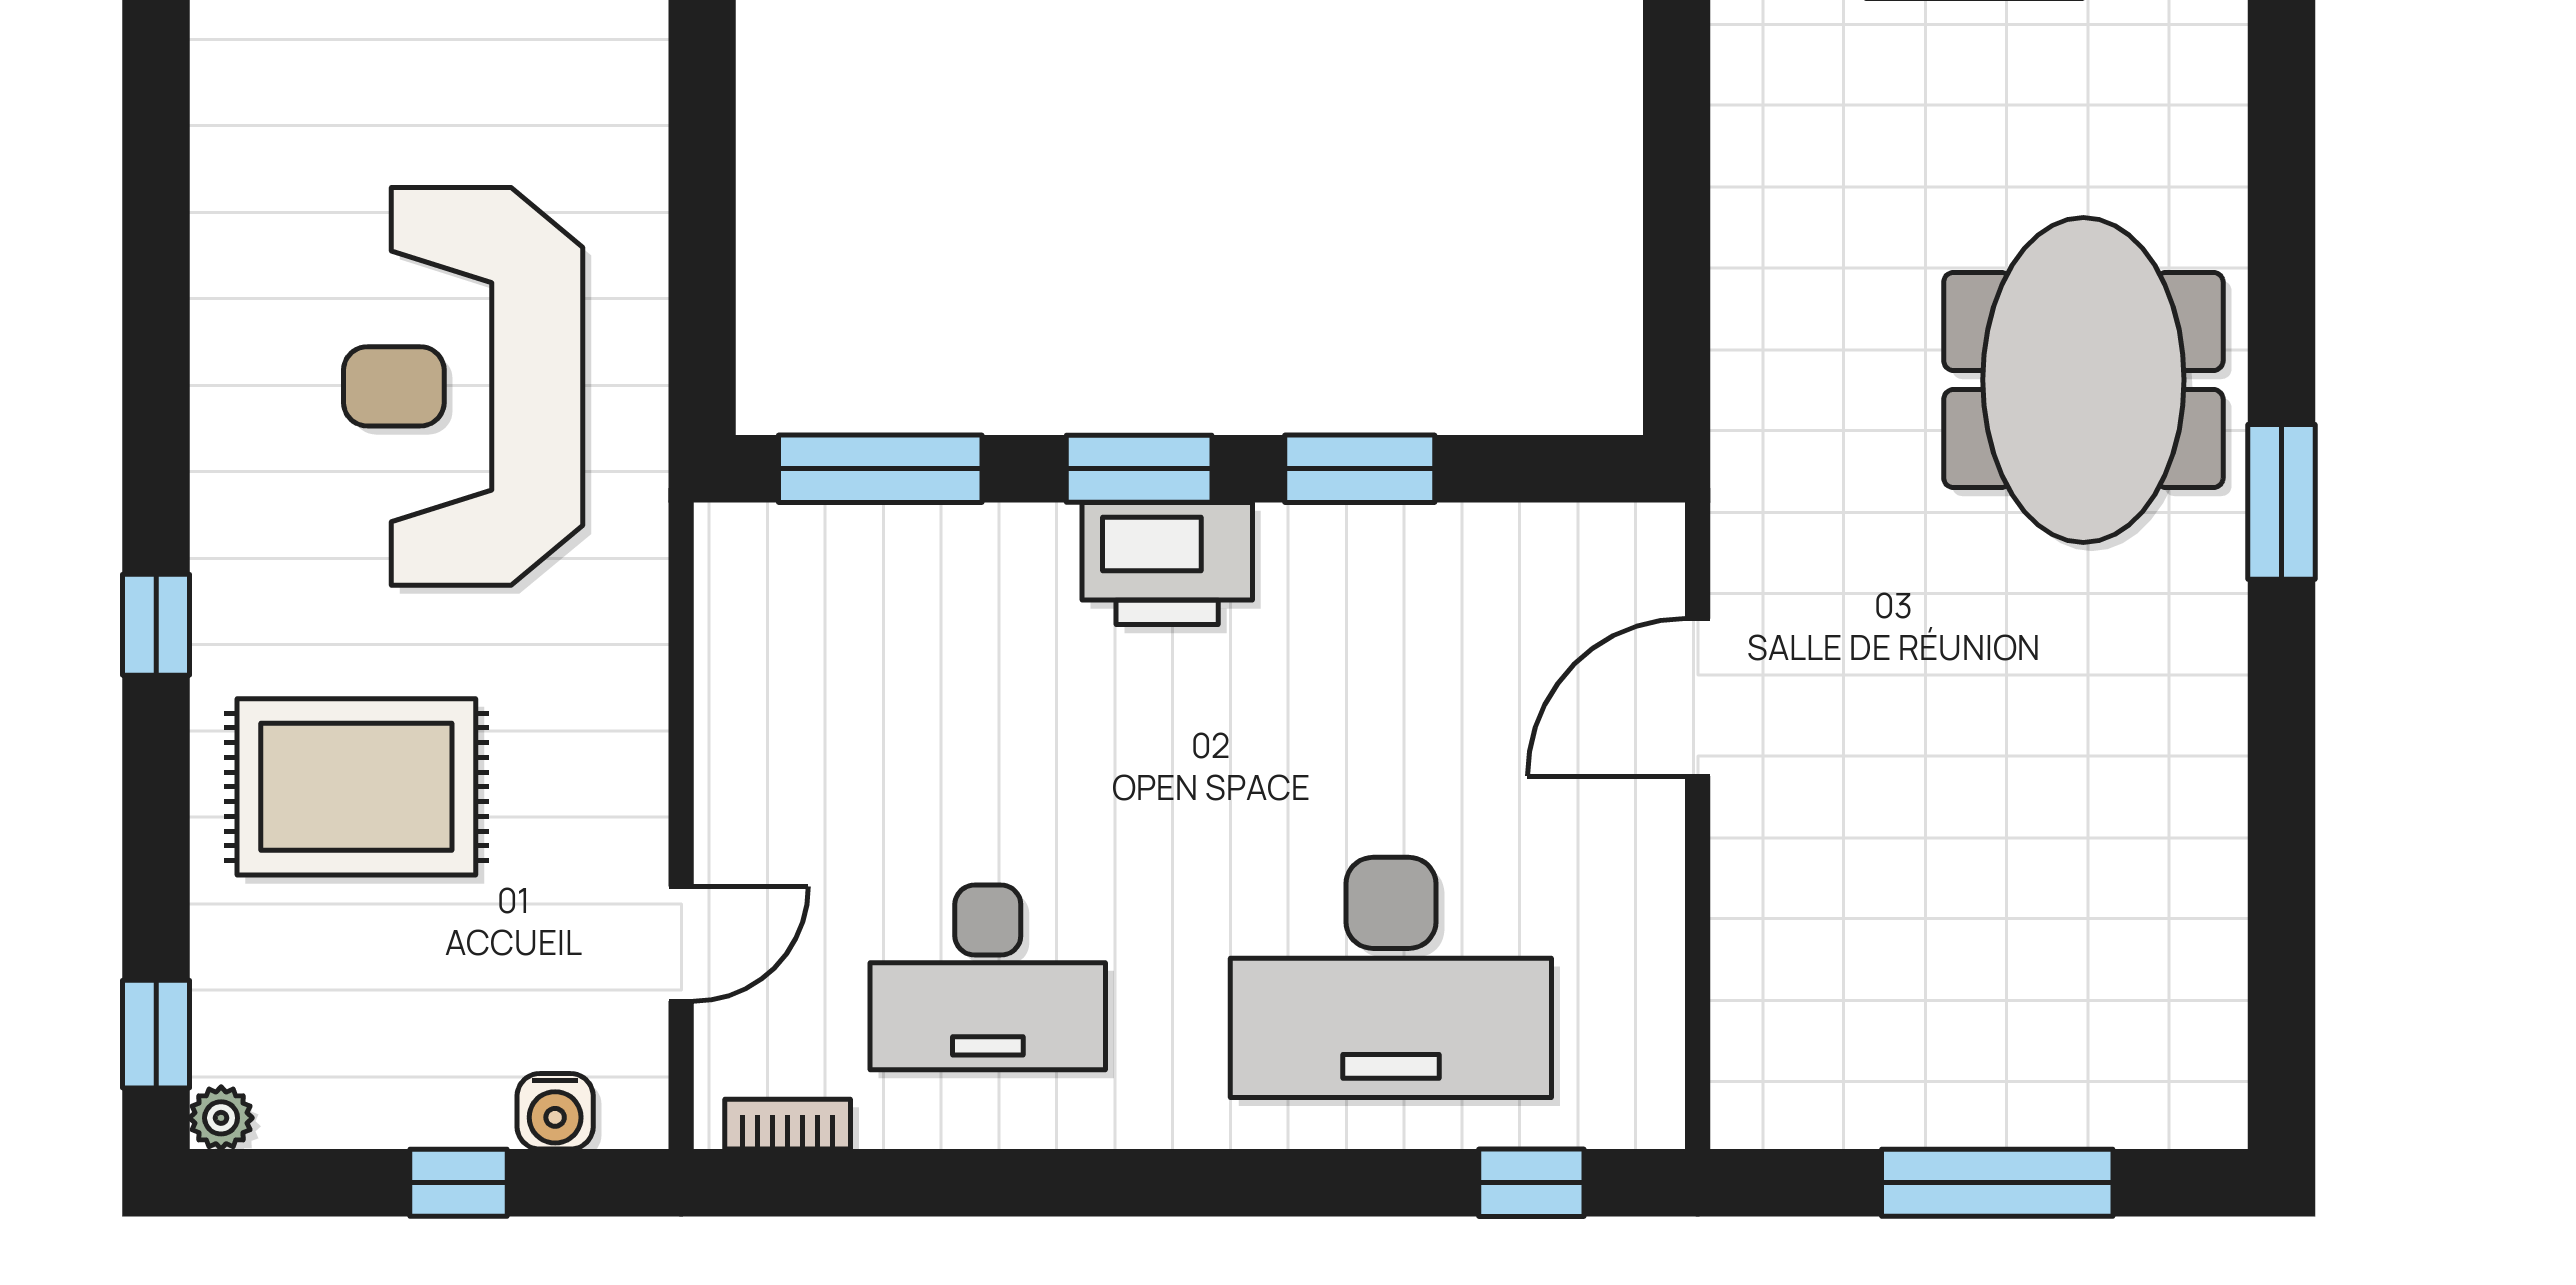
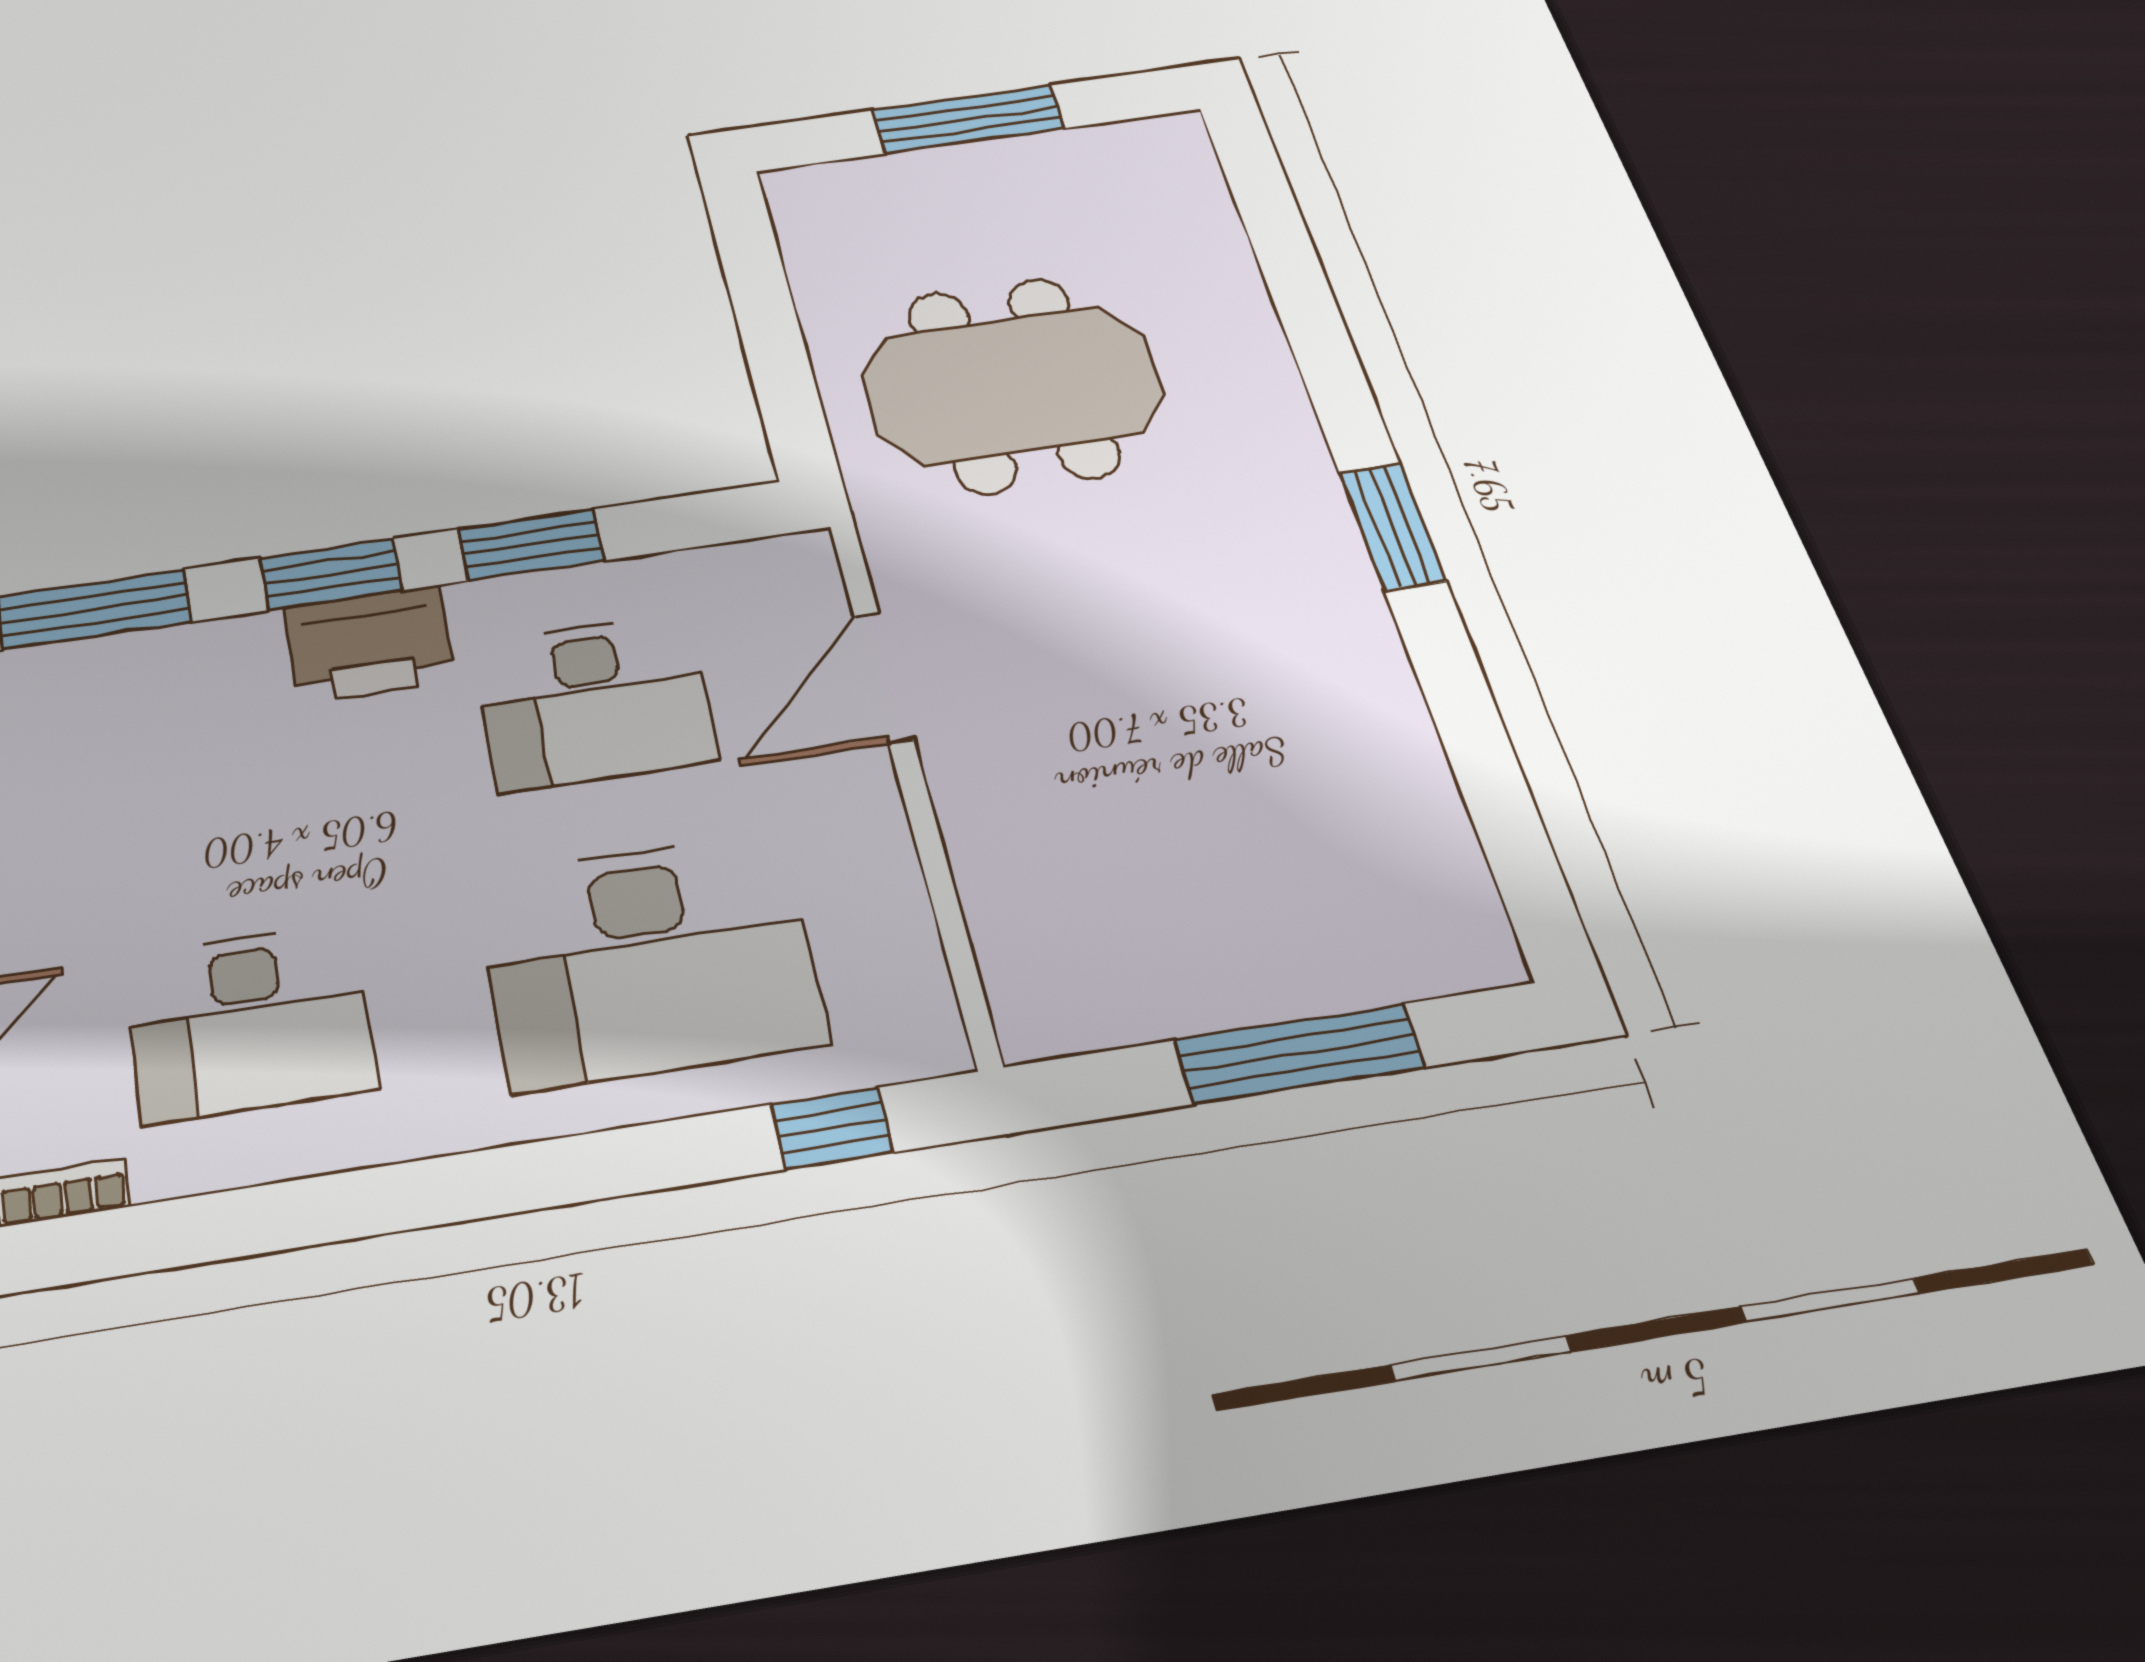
meeting table: (2083, 380) -> (1013, 385), moved, turned 90
window: (2281, 502) -> (1392, 527), moved
desk: (1391, 674) -> (594, 701), added

